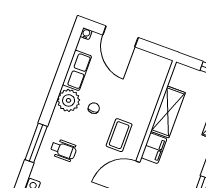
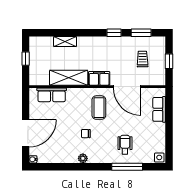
row of seats: (77, 70) -> (52, 95), moved, turned 180
plant: (69, 100) -> (83, 158), width x0.53, depth x0.53
coffee table: (119, 135) -> (99, 108), turned 90

